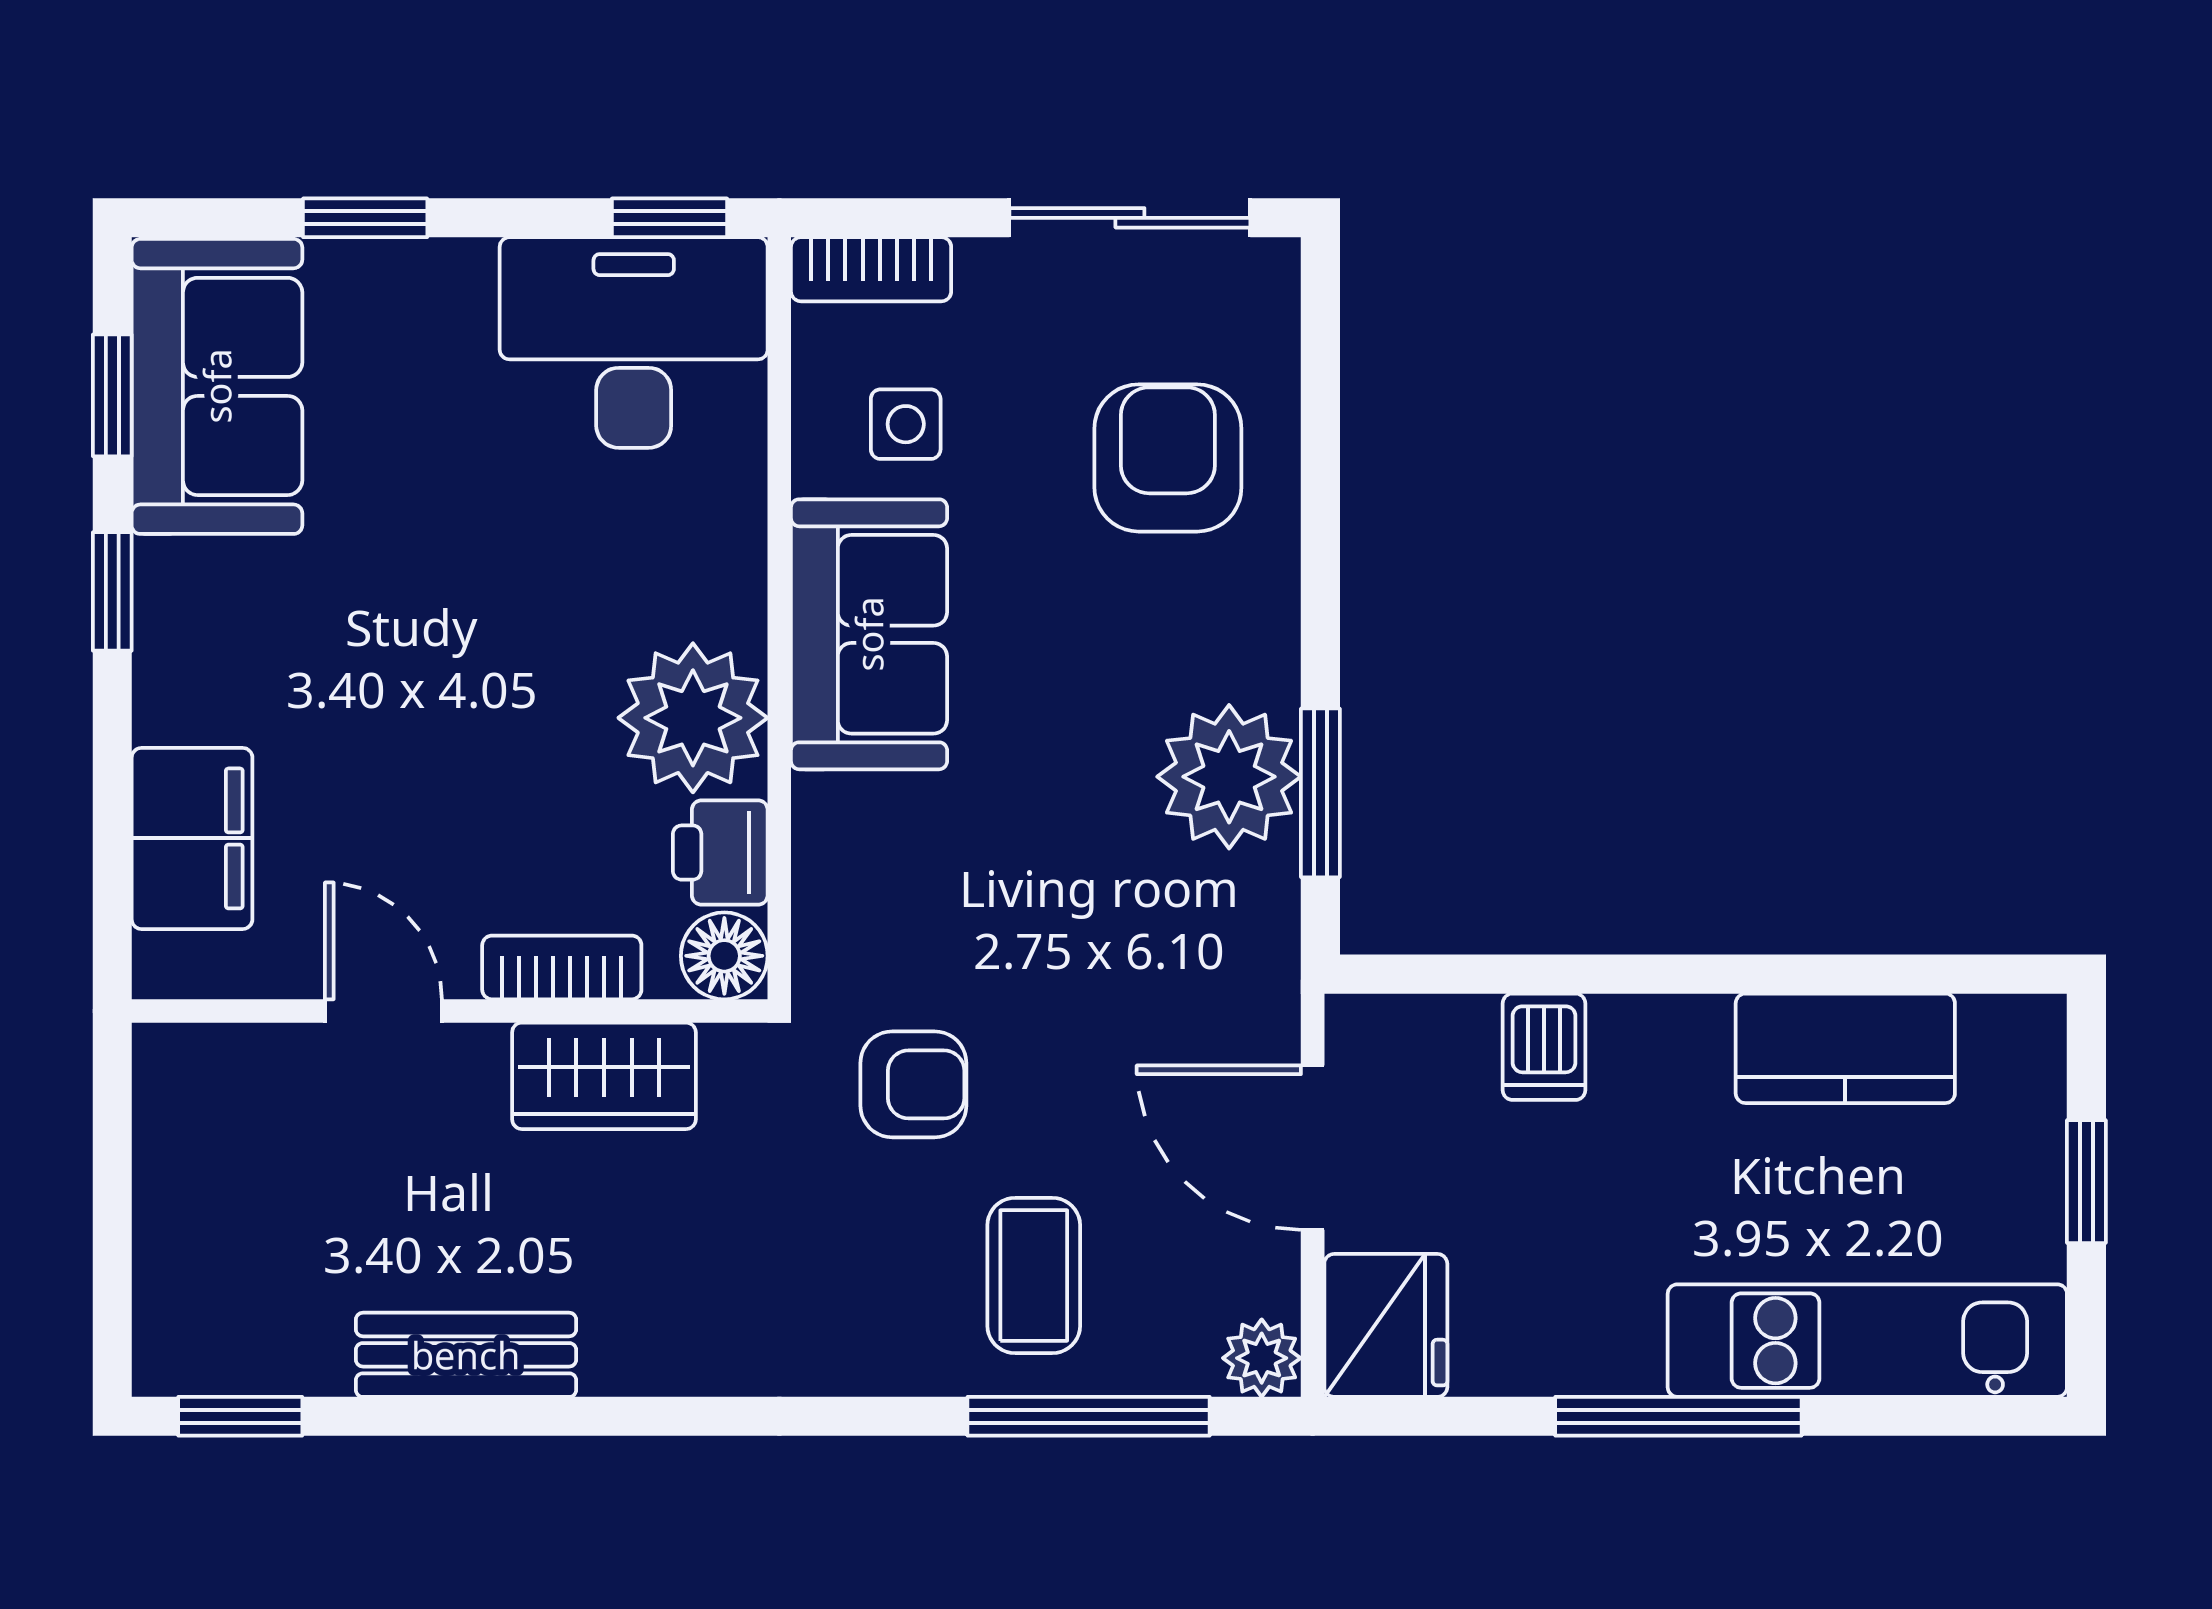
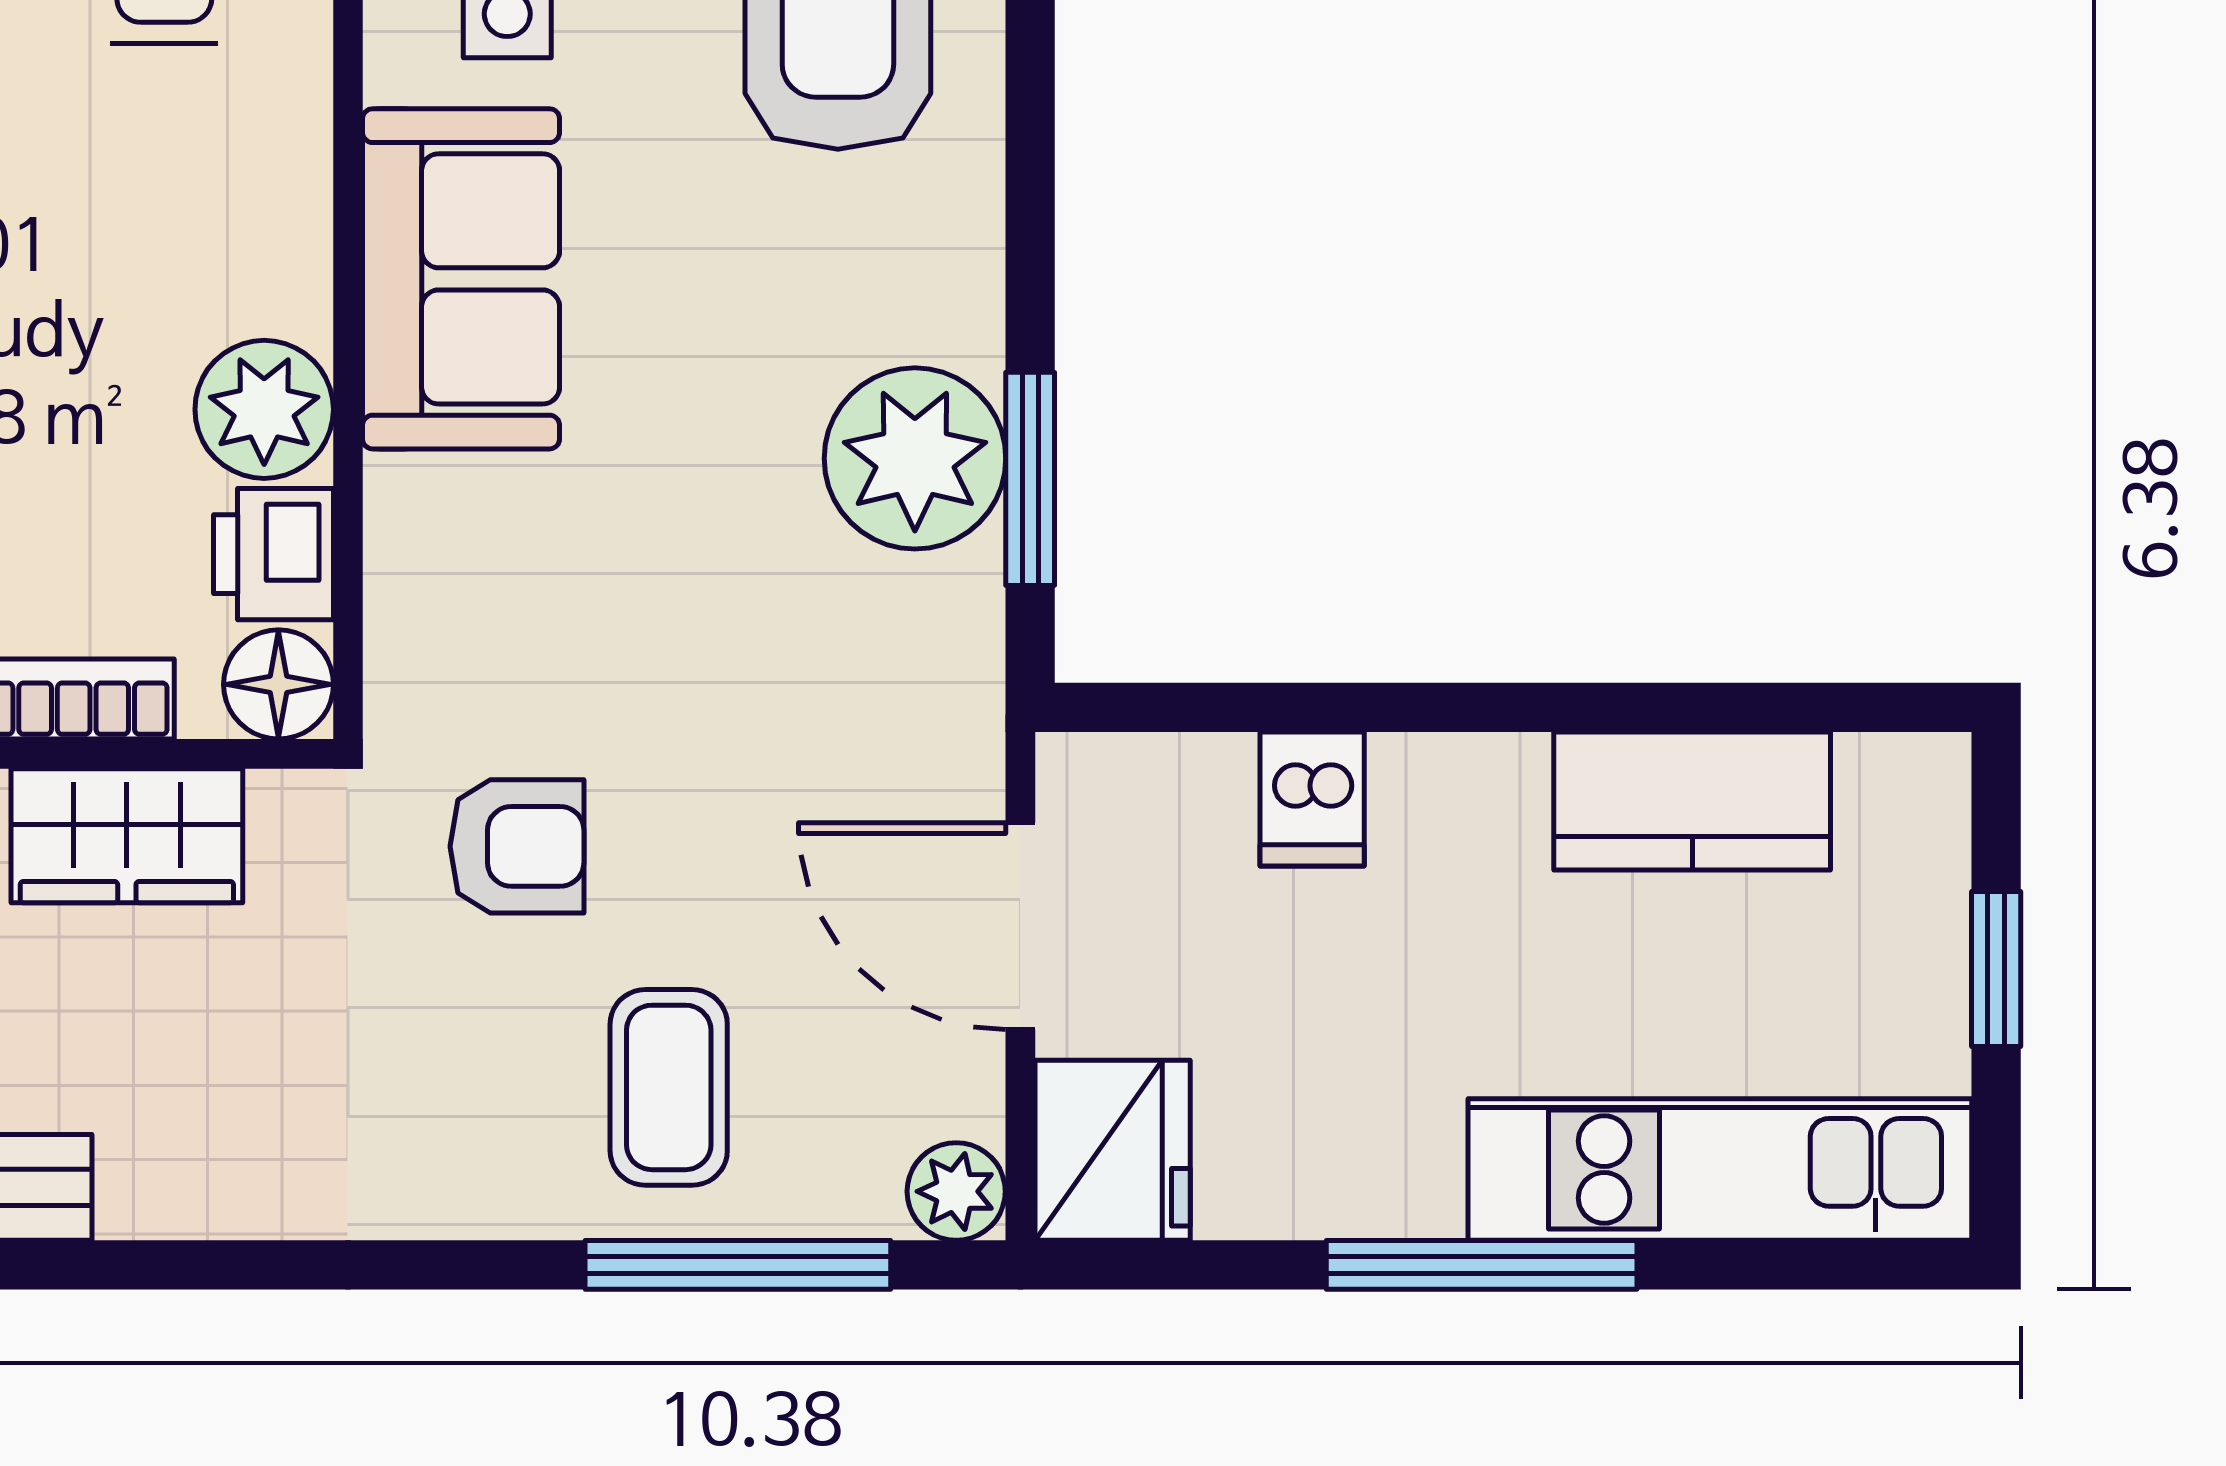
plant: (693, 718) -> (264, 409), width x0.73, depth x0.73

